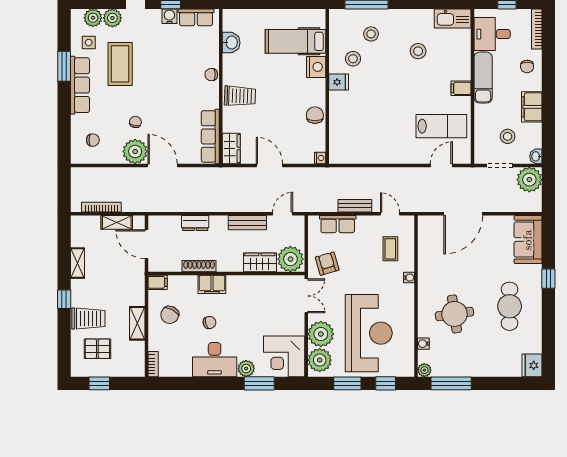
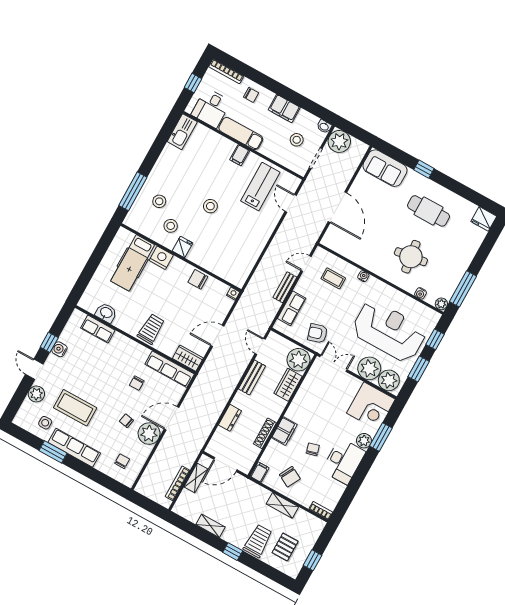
row of seats: (196, 17) -> (98, 329), moved, turned 90
plant: (93, 18) -> (28, 409), removed
stool: (418, 51) -> (210, 206), moved
chair: (211, 75) -> (137, 383), moved

